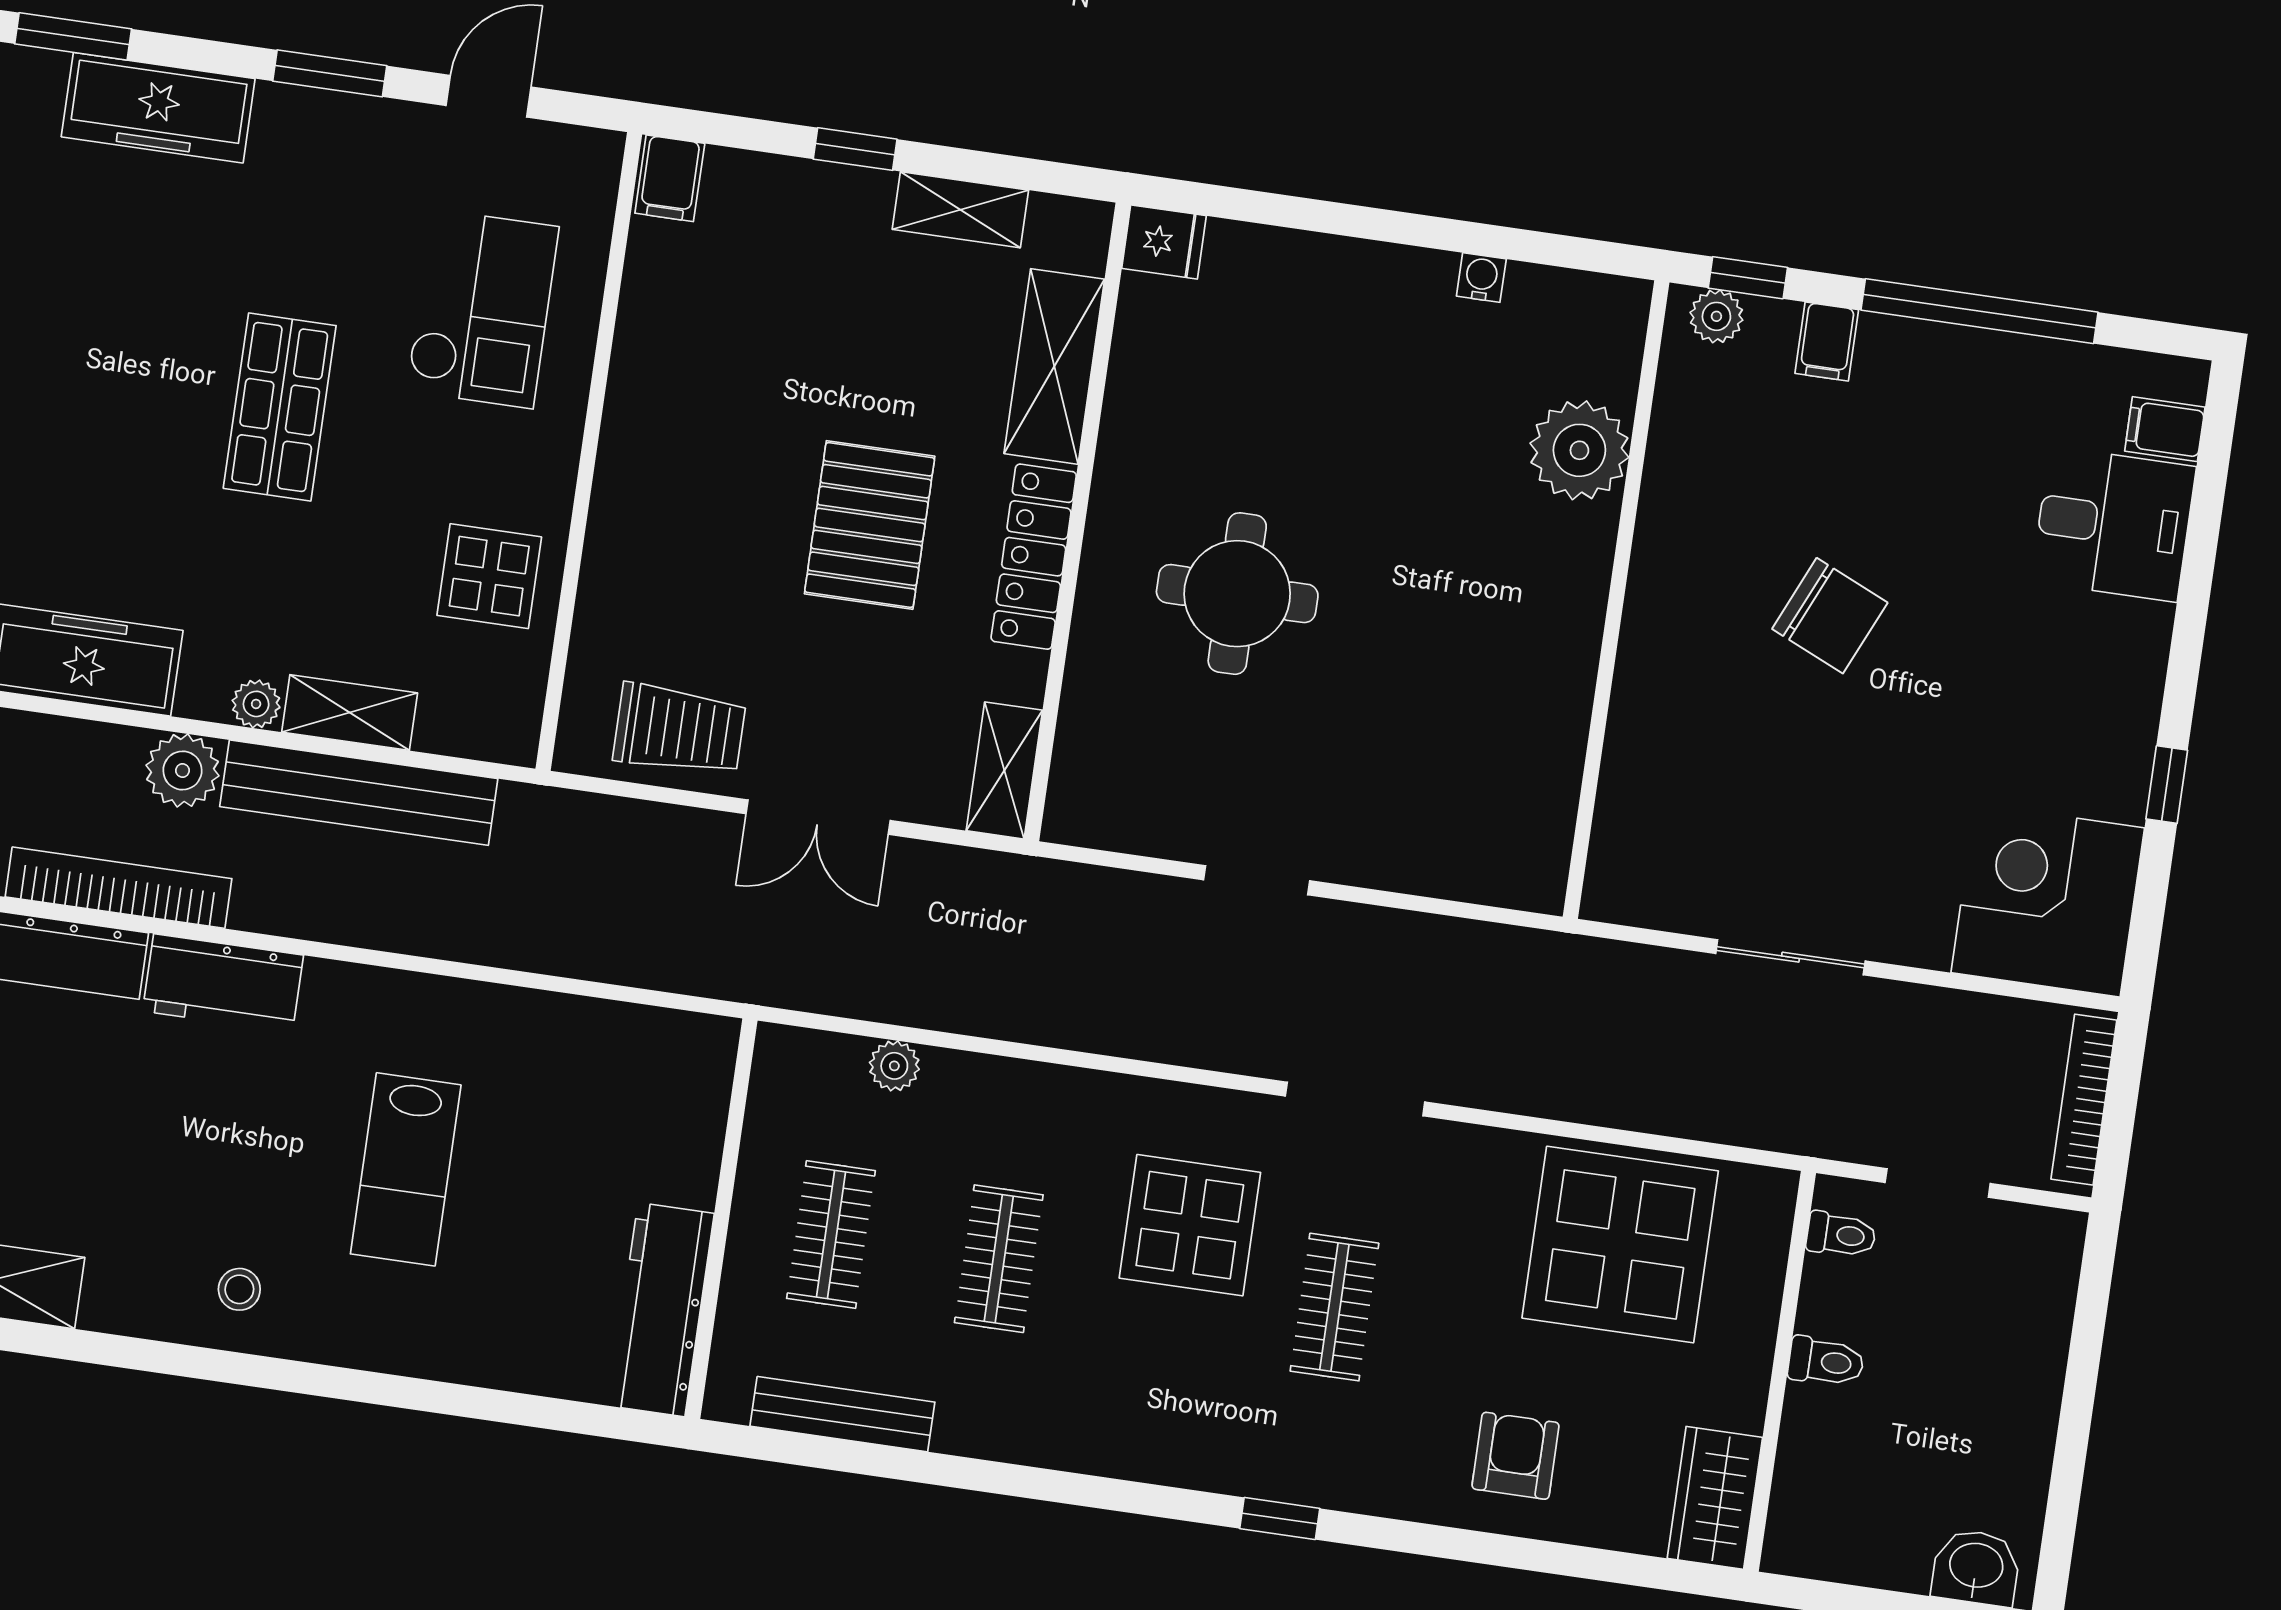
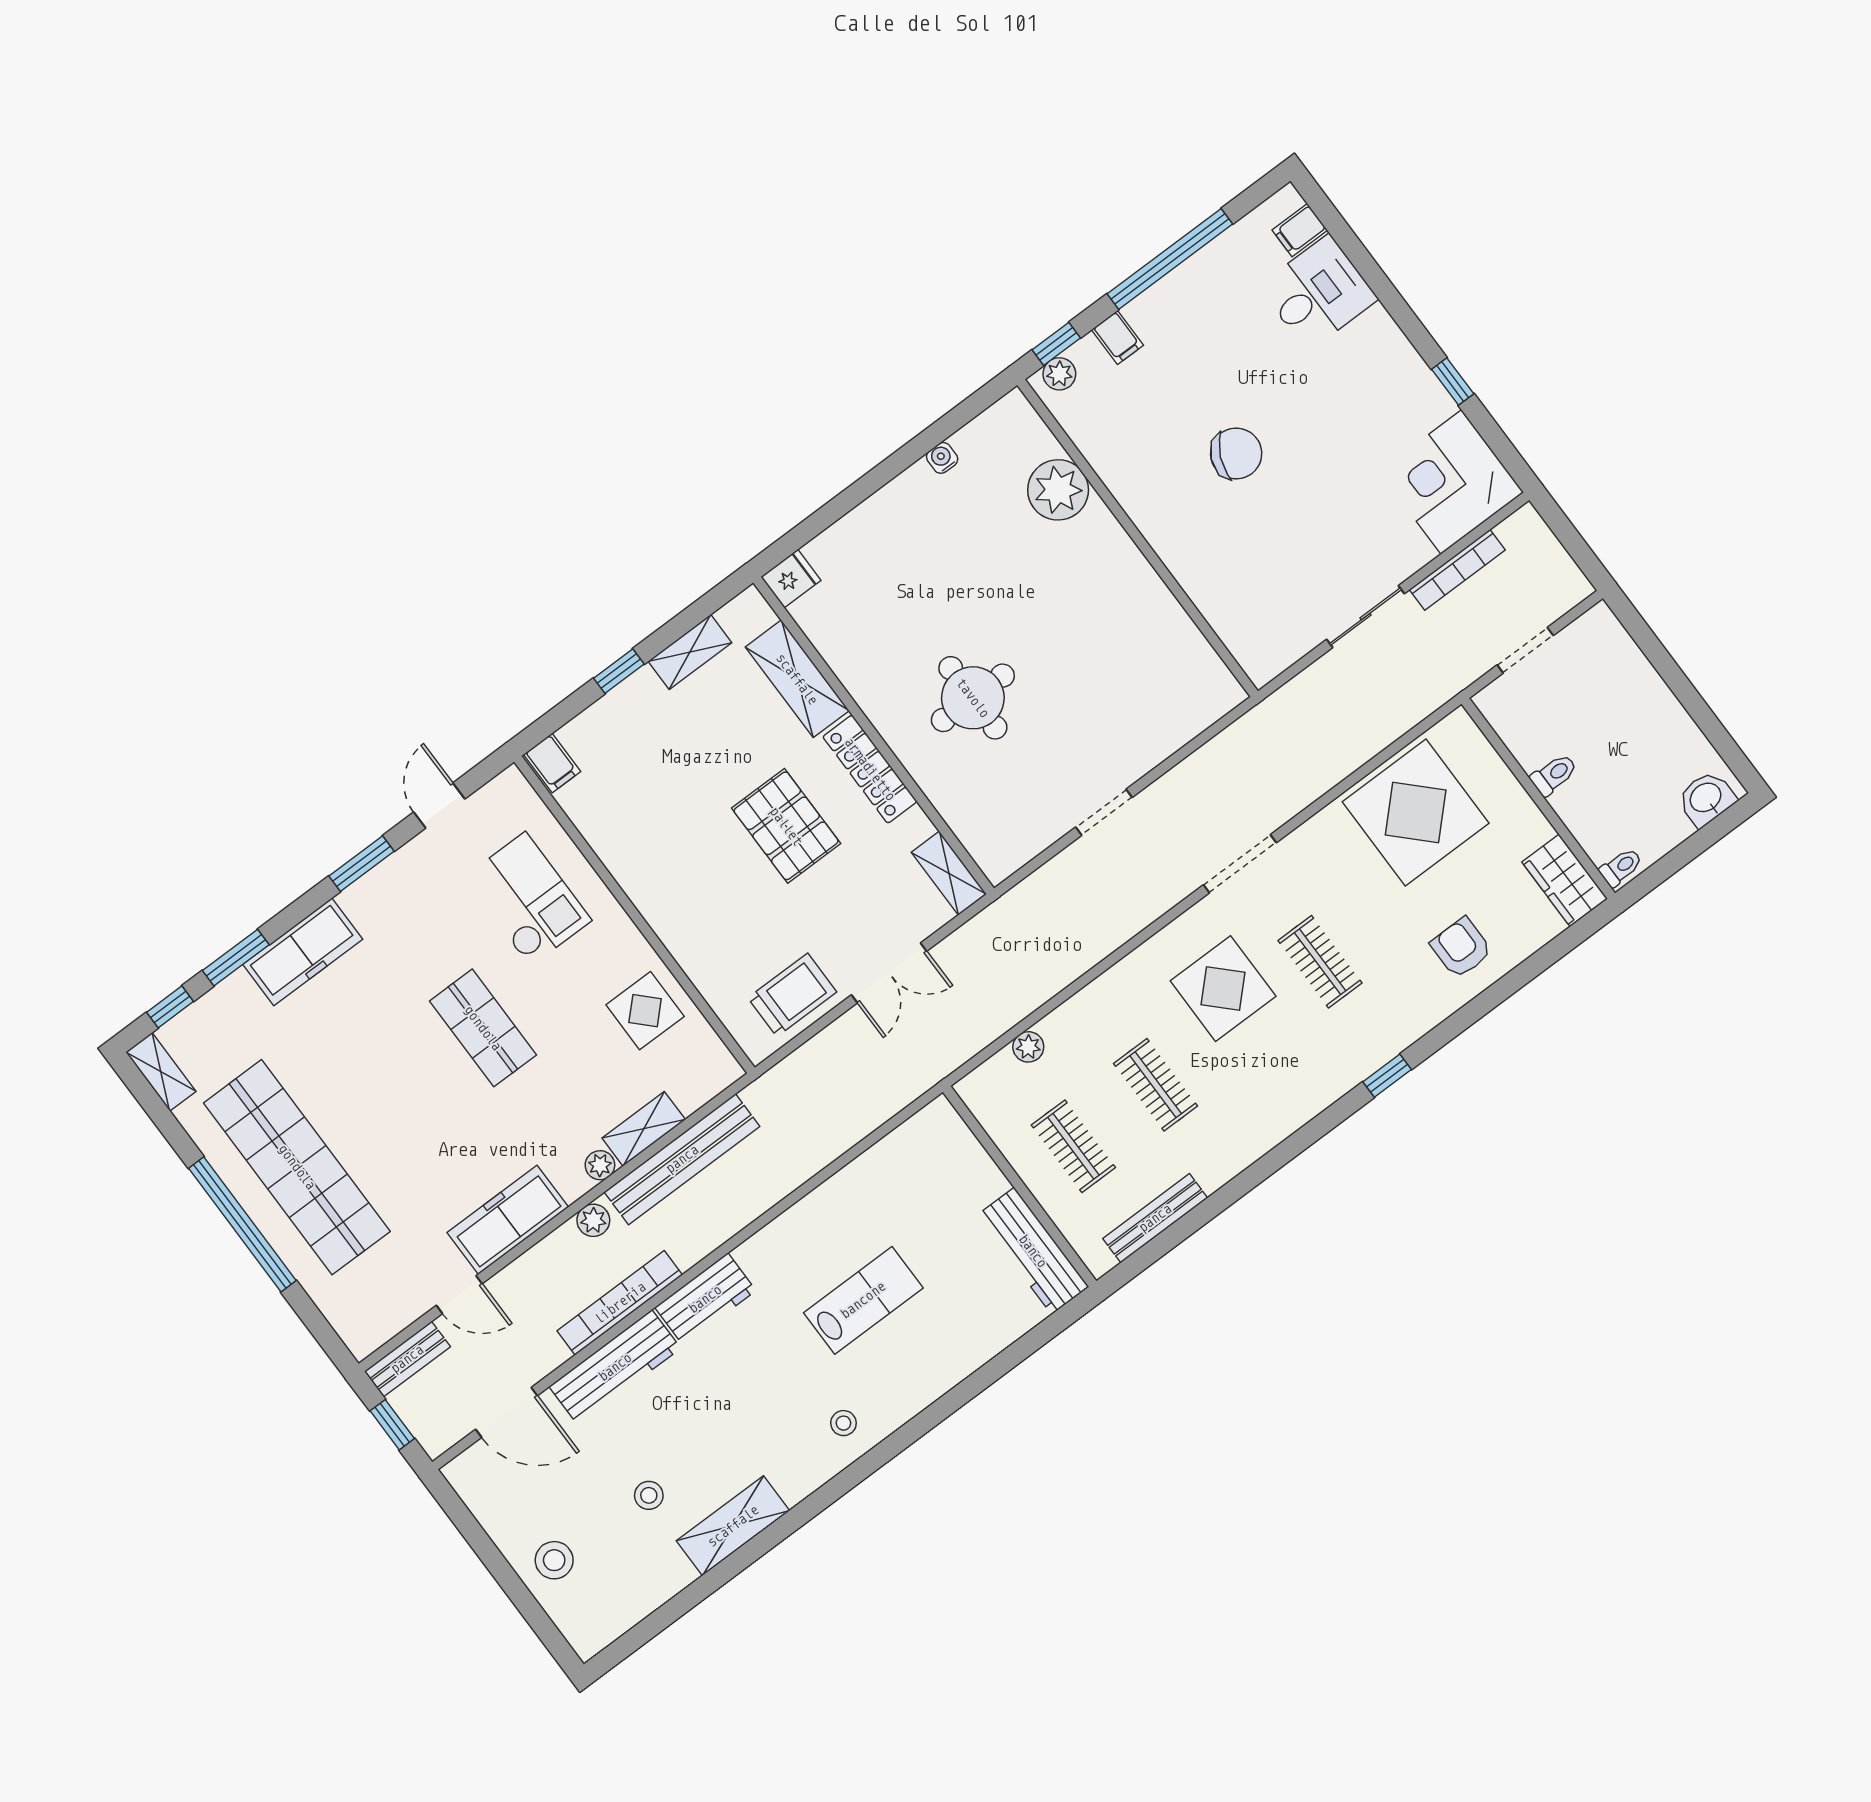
plant: (182, 770) -> (593, 1220), width x0.73, depth x0.73
bookcase: (2084, 1100) -> (1457, 570), moved, turned -90
lab bench: (406, 1169) -> (863, 1300), turned -90
toilet: (1841, 1235) -> (1621, 867), moved

